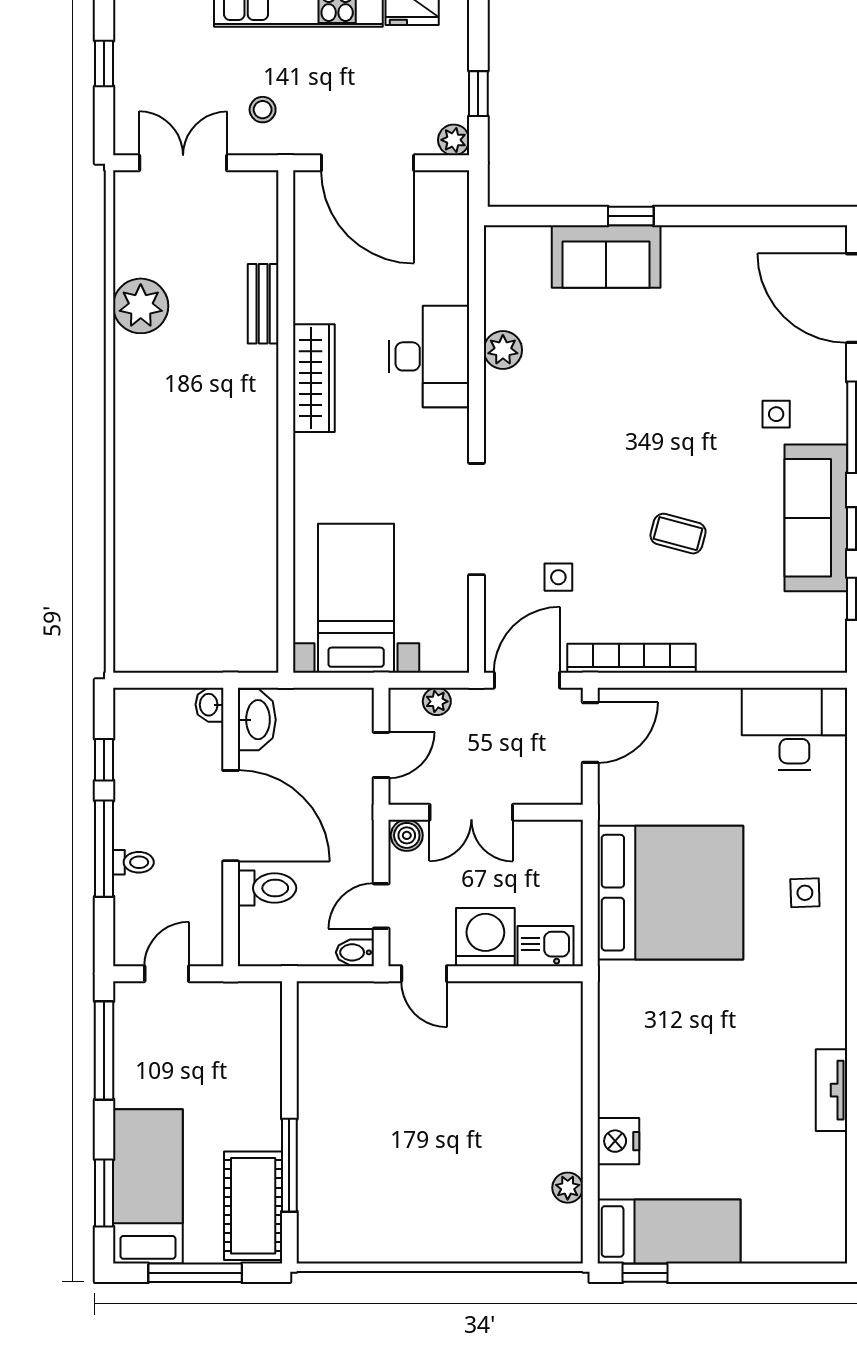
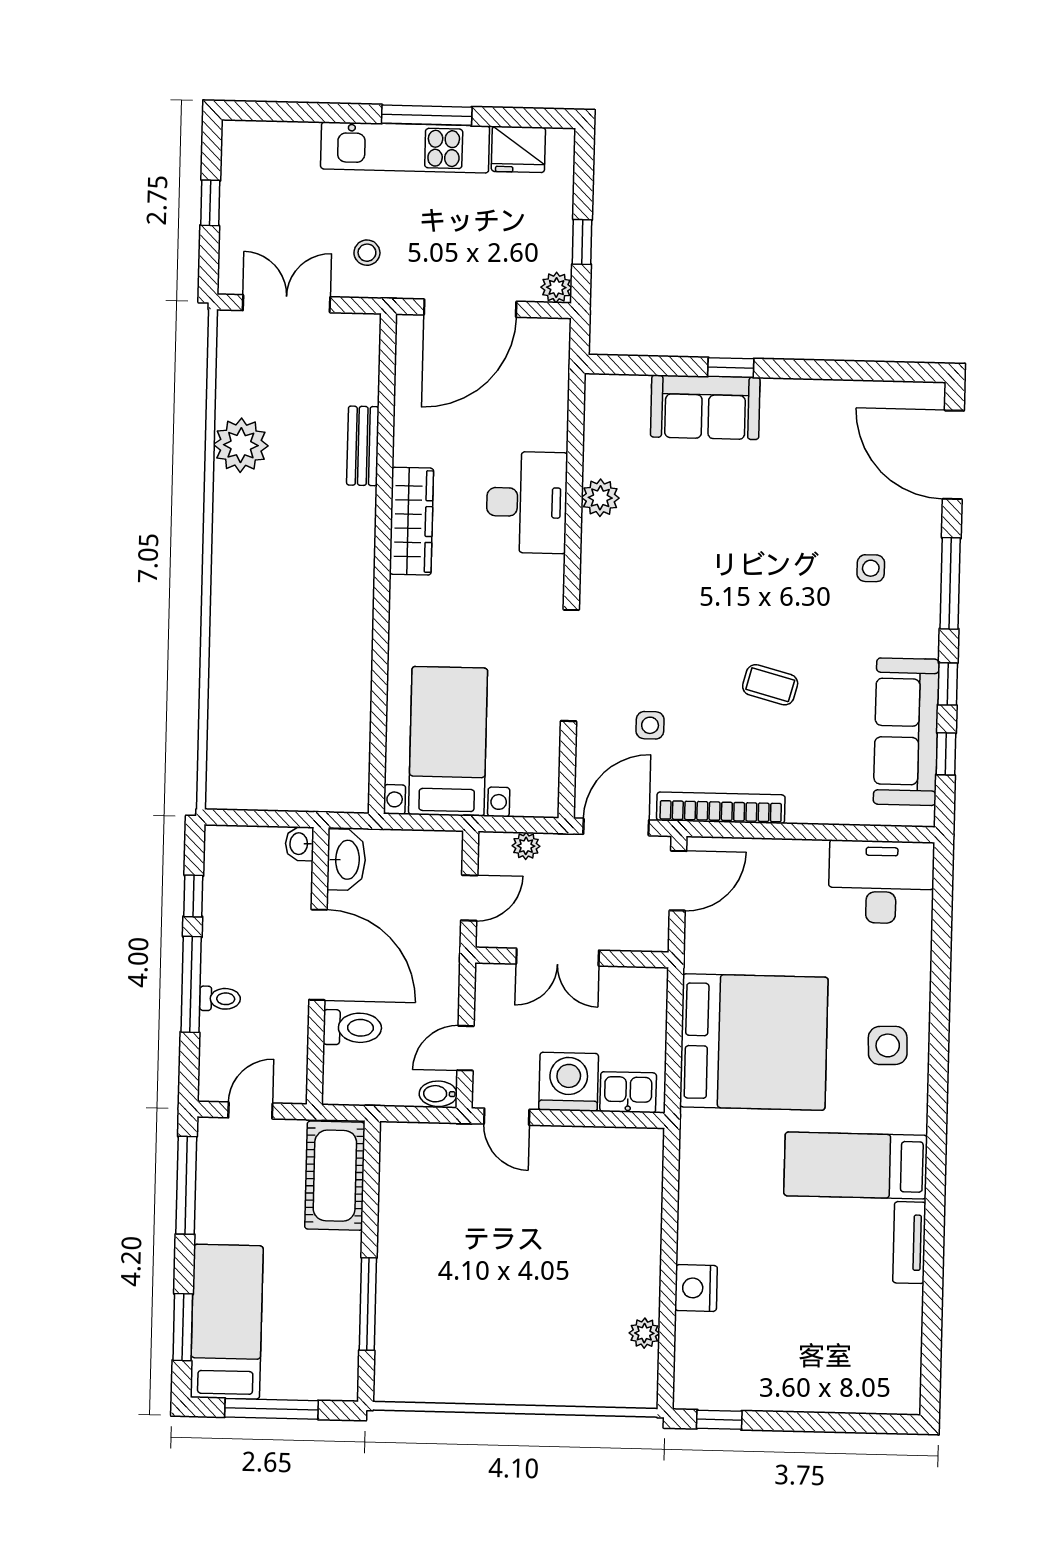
door: (368, 163) -> (470, 308), hinge flipped
sofa: (816, 518) -> (906, 732), moved
boiler: (407, 835) -> (493, 979), removed
side table: (805, 893) -> (888, 1045), width x1.37, depth x1.37
cot: (253, 1206) -> (335, 1176), moved
bed: (669, 1231) -> (856, 1166), moved, turned 180

